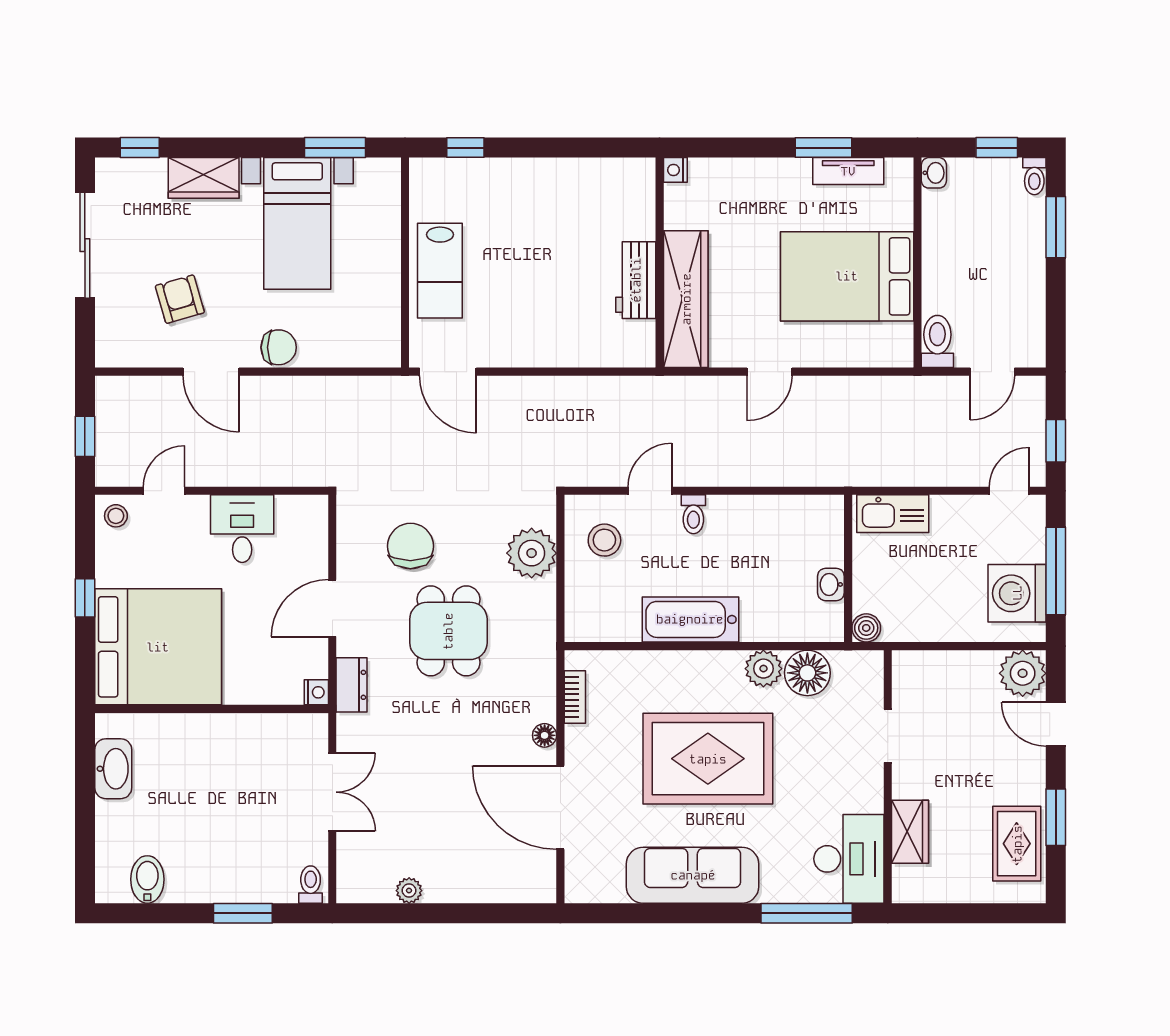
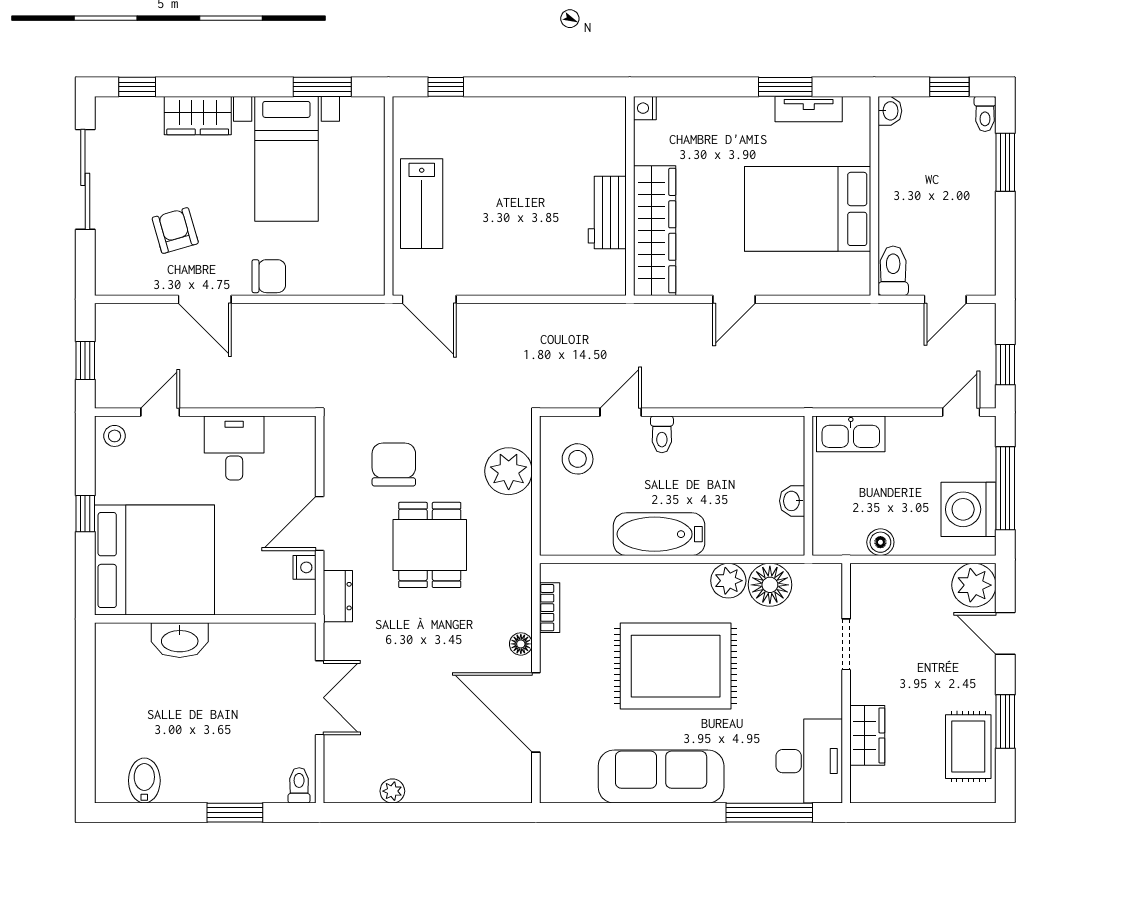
boiler: (866, 628) -> (880, 542), moved
nightstand: (316, 692) -> (305, 567), moved
washbasin: (113, 769) -> (180, 640), moved, turned 90

